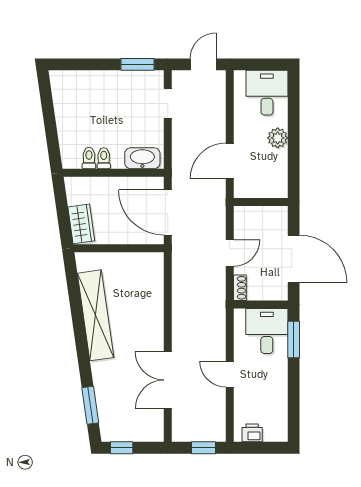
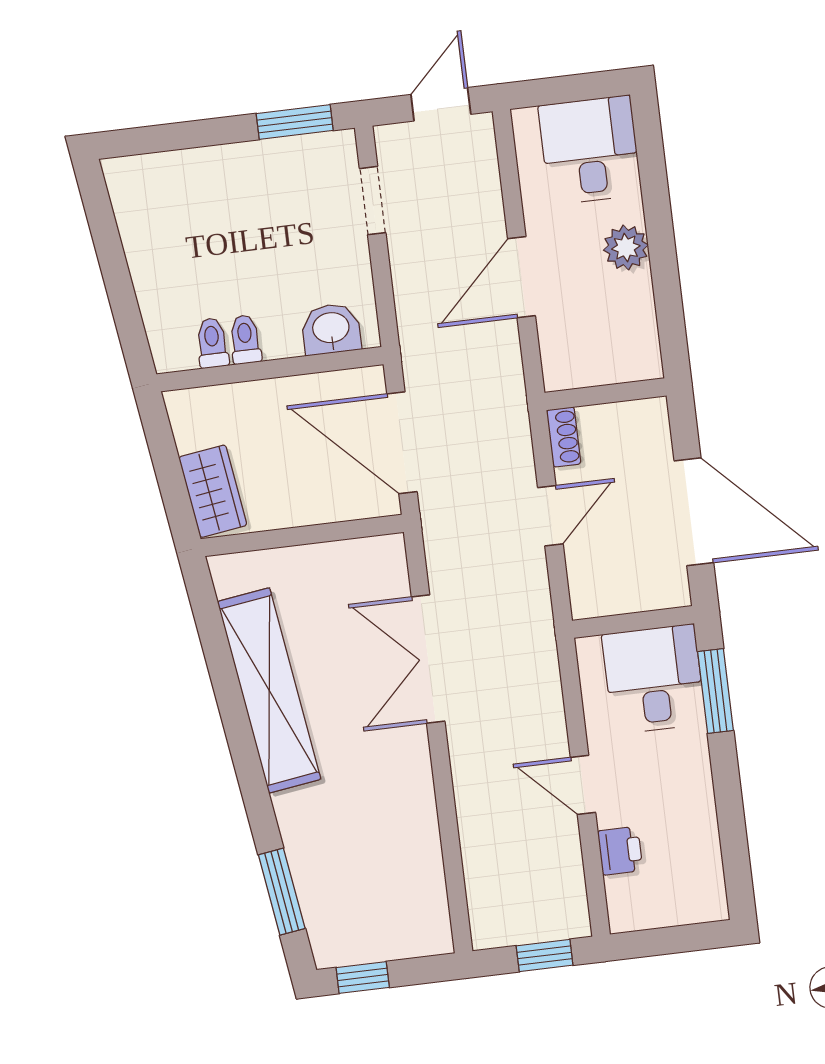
washbasin: (142, 158) -> (331, 329), width x0.72
door: (230, 161) -> (521, 277), moved
shoe rack: (240, 288) -> (564, 437), moved
double door: (168, 380) -> (428, 659), moved
printer: (252, 433) -> (620, 851), moved, turned 90

